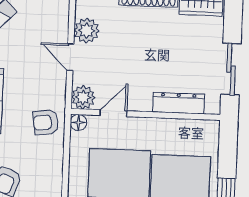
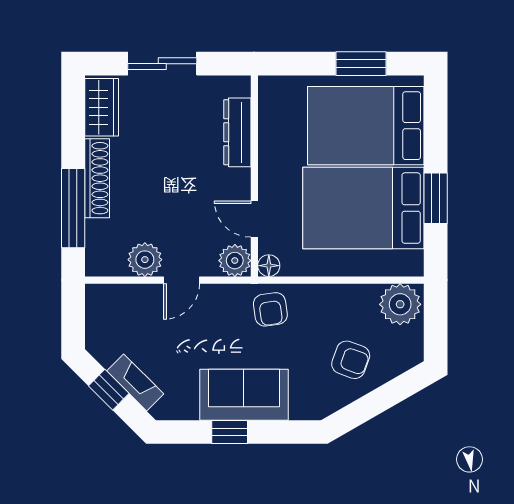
sliding door: (231, 69) -> (162, 64), moved

